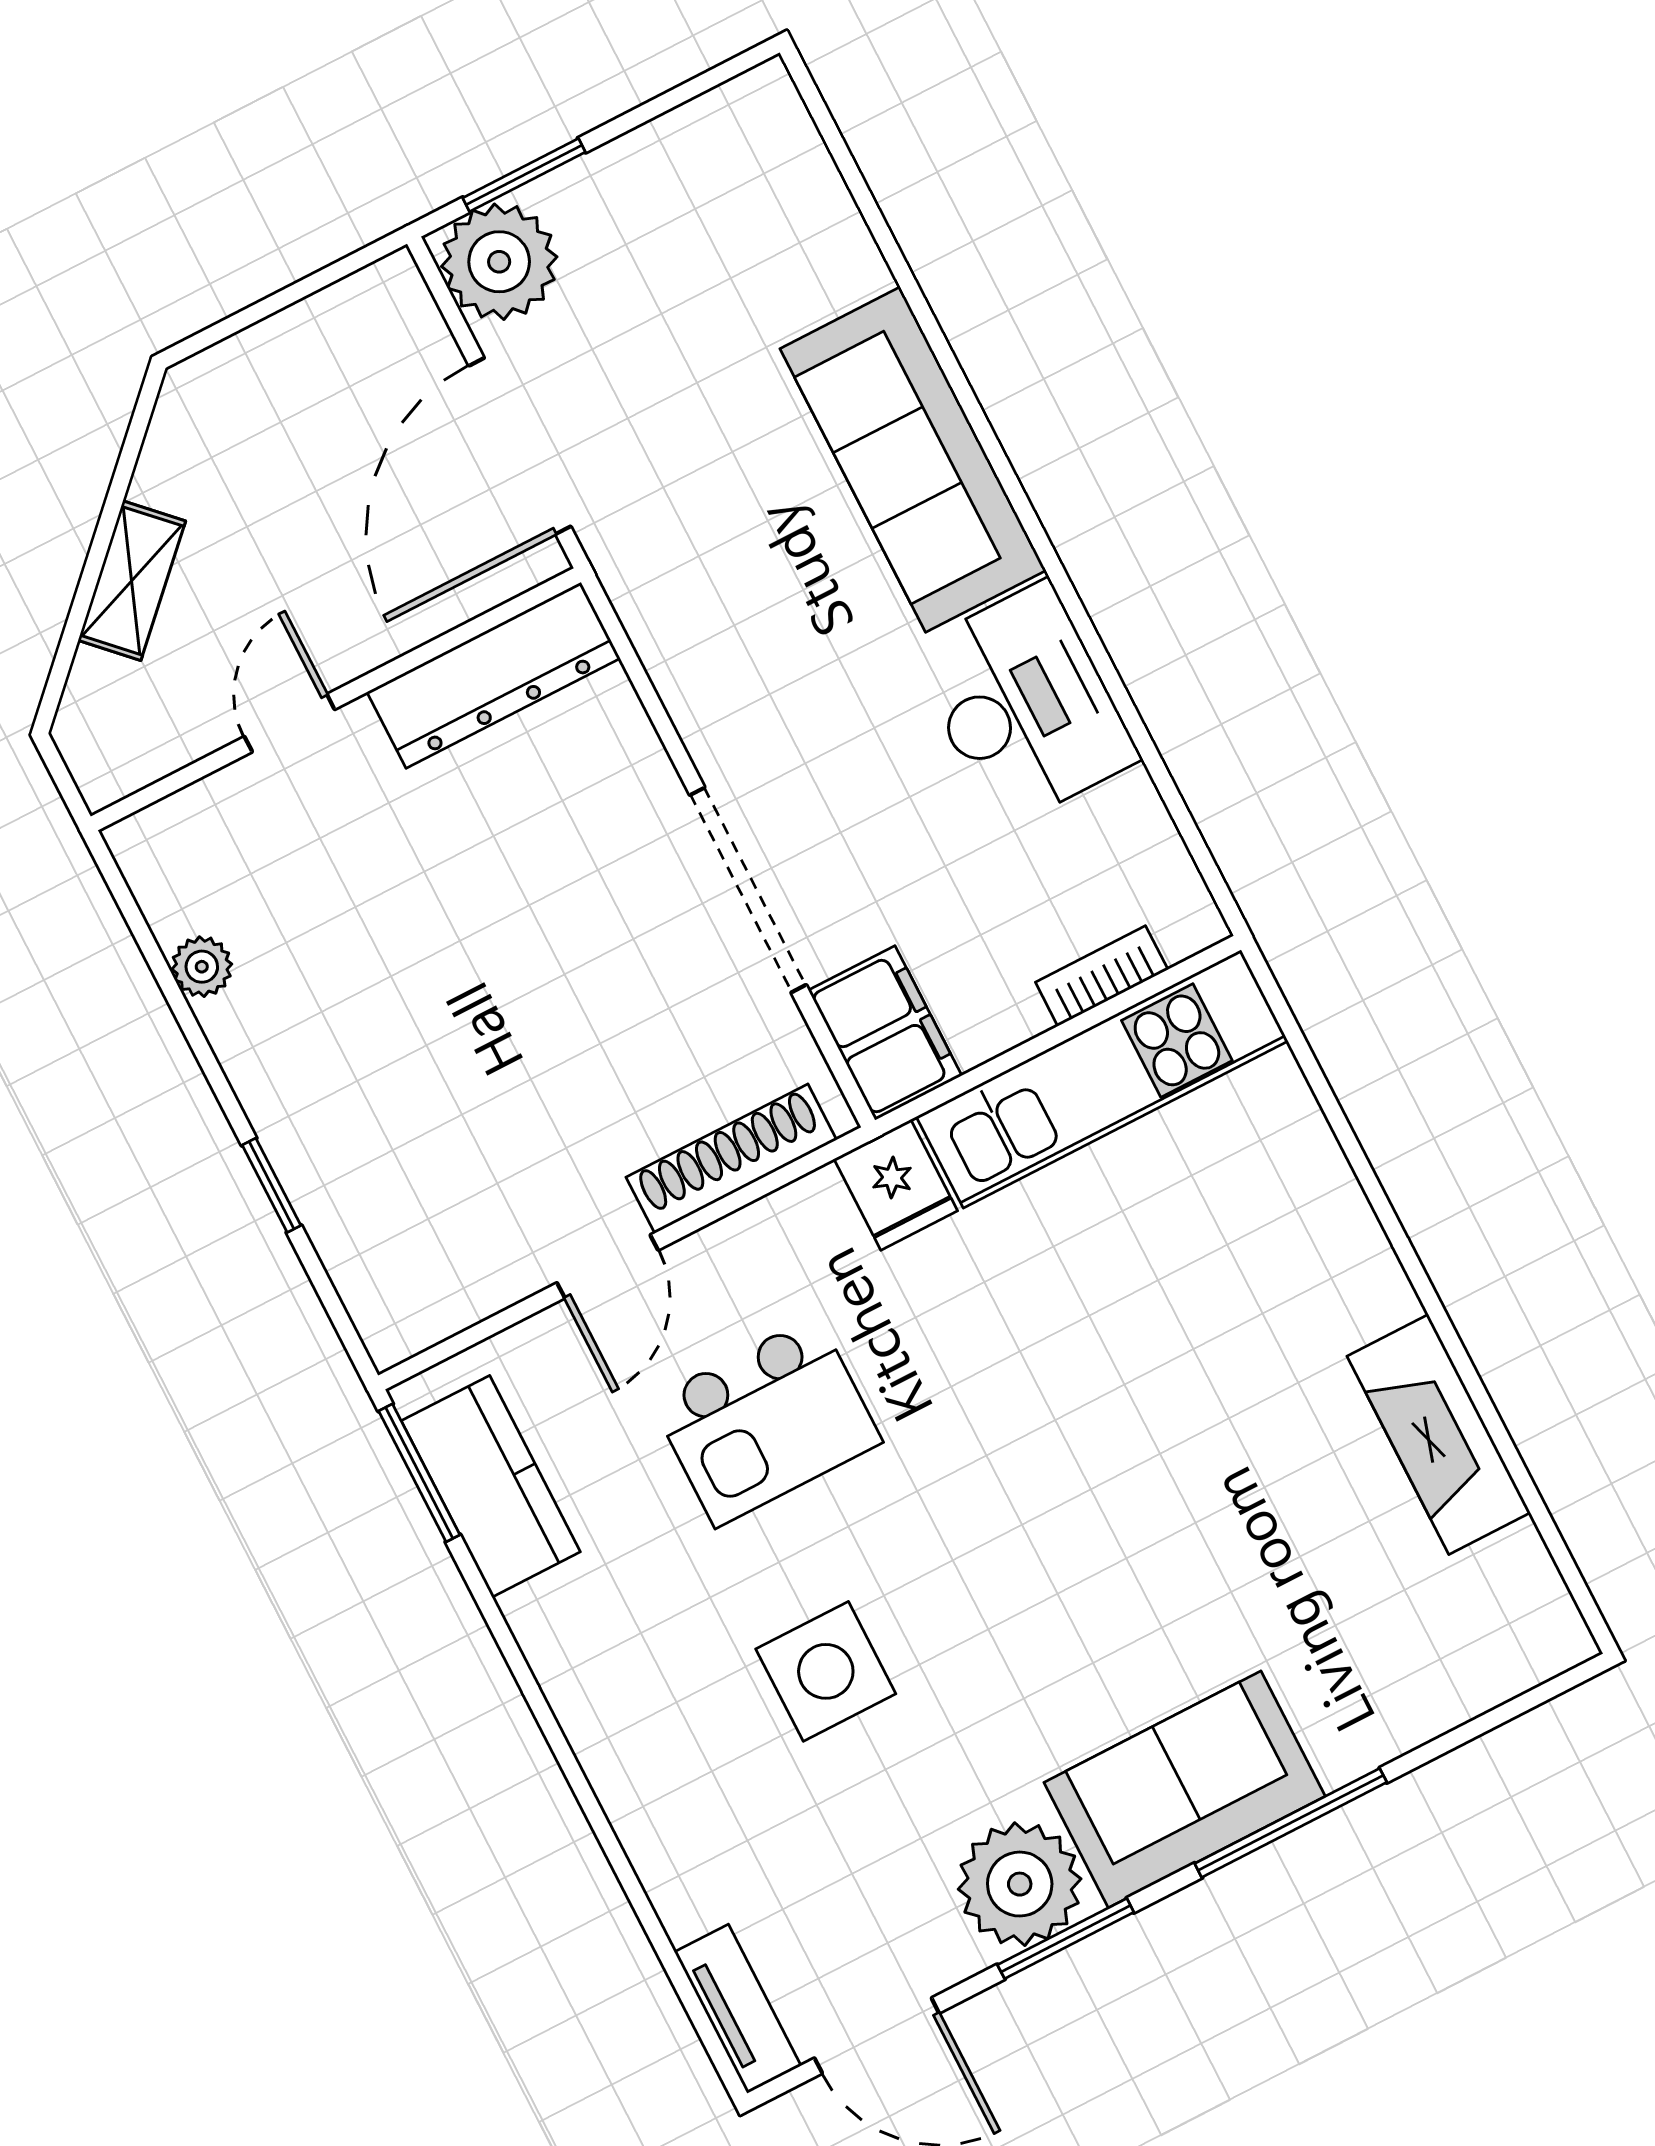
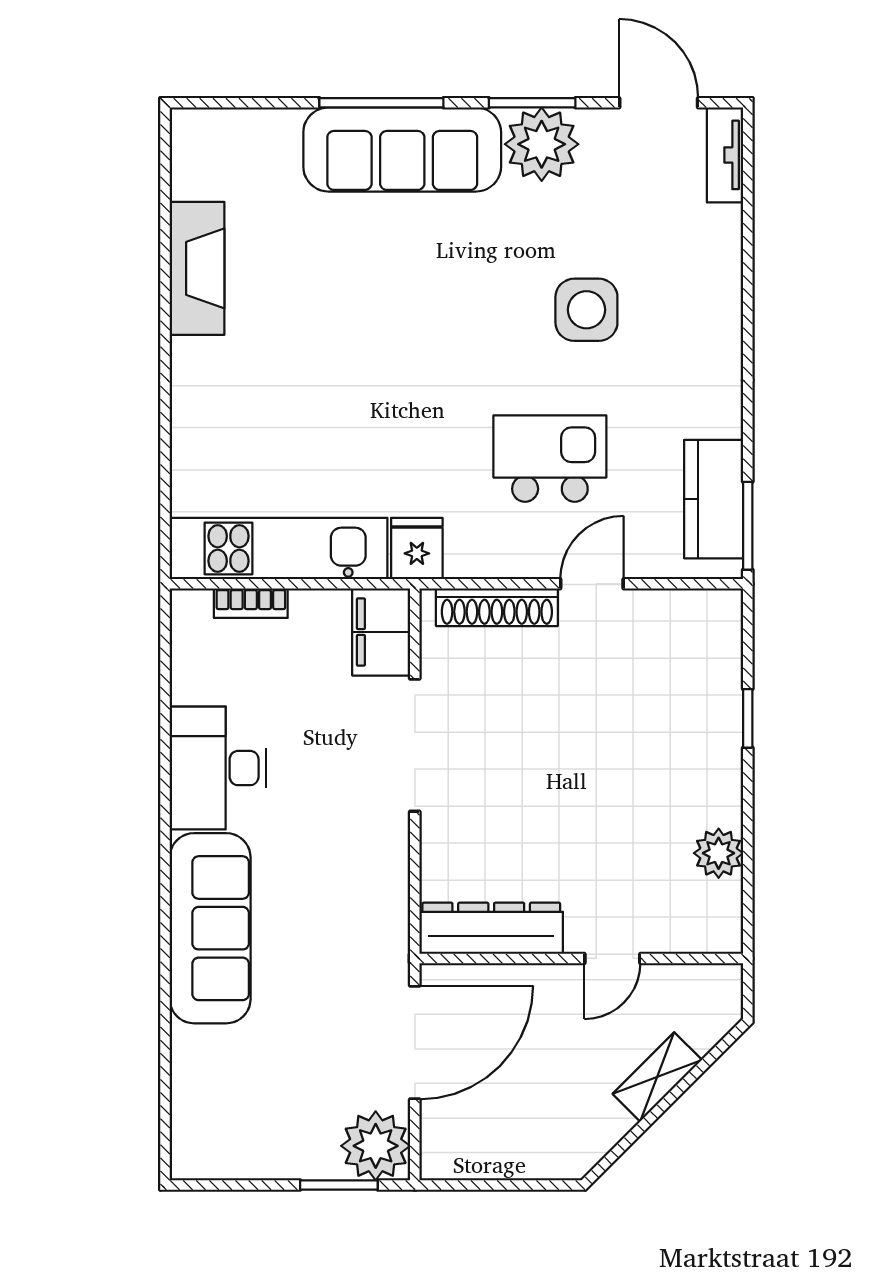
plant: (202, 967) -> (719, 853), width x1.38, depth x1.38
sofa: (1185, 1789) -> (402, 150), width x1.36

